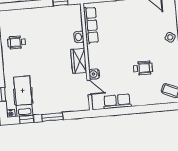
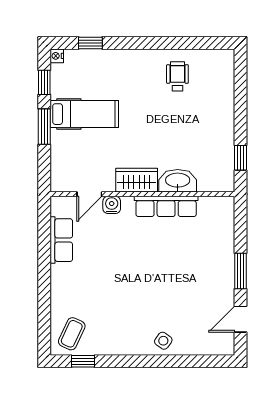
row of seats: (91, 25) -> (166, 206), moved
washbasin: (79, 37) -> (178, 181), width x1.91, depth x1.45
wheelchair: (143, 68) -> (115, 289), removed
hospital bed: (23, 96) -> (84, 114), moved

